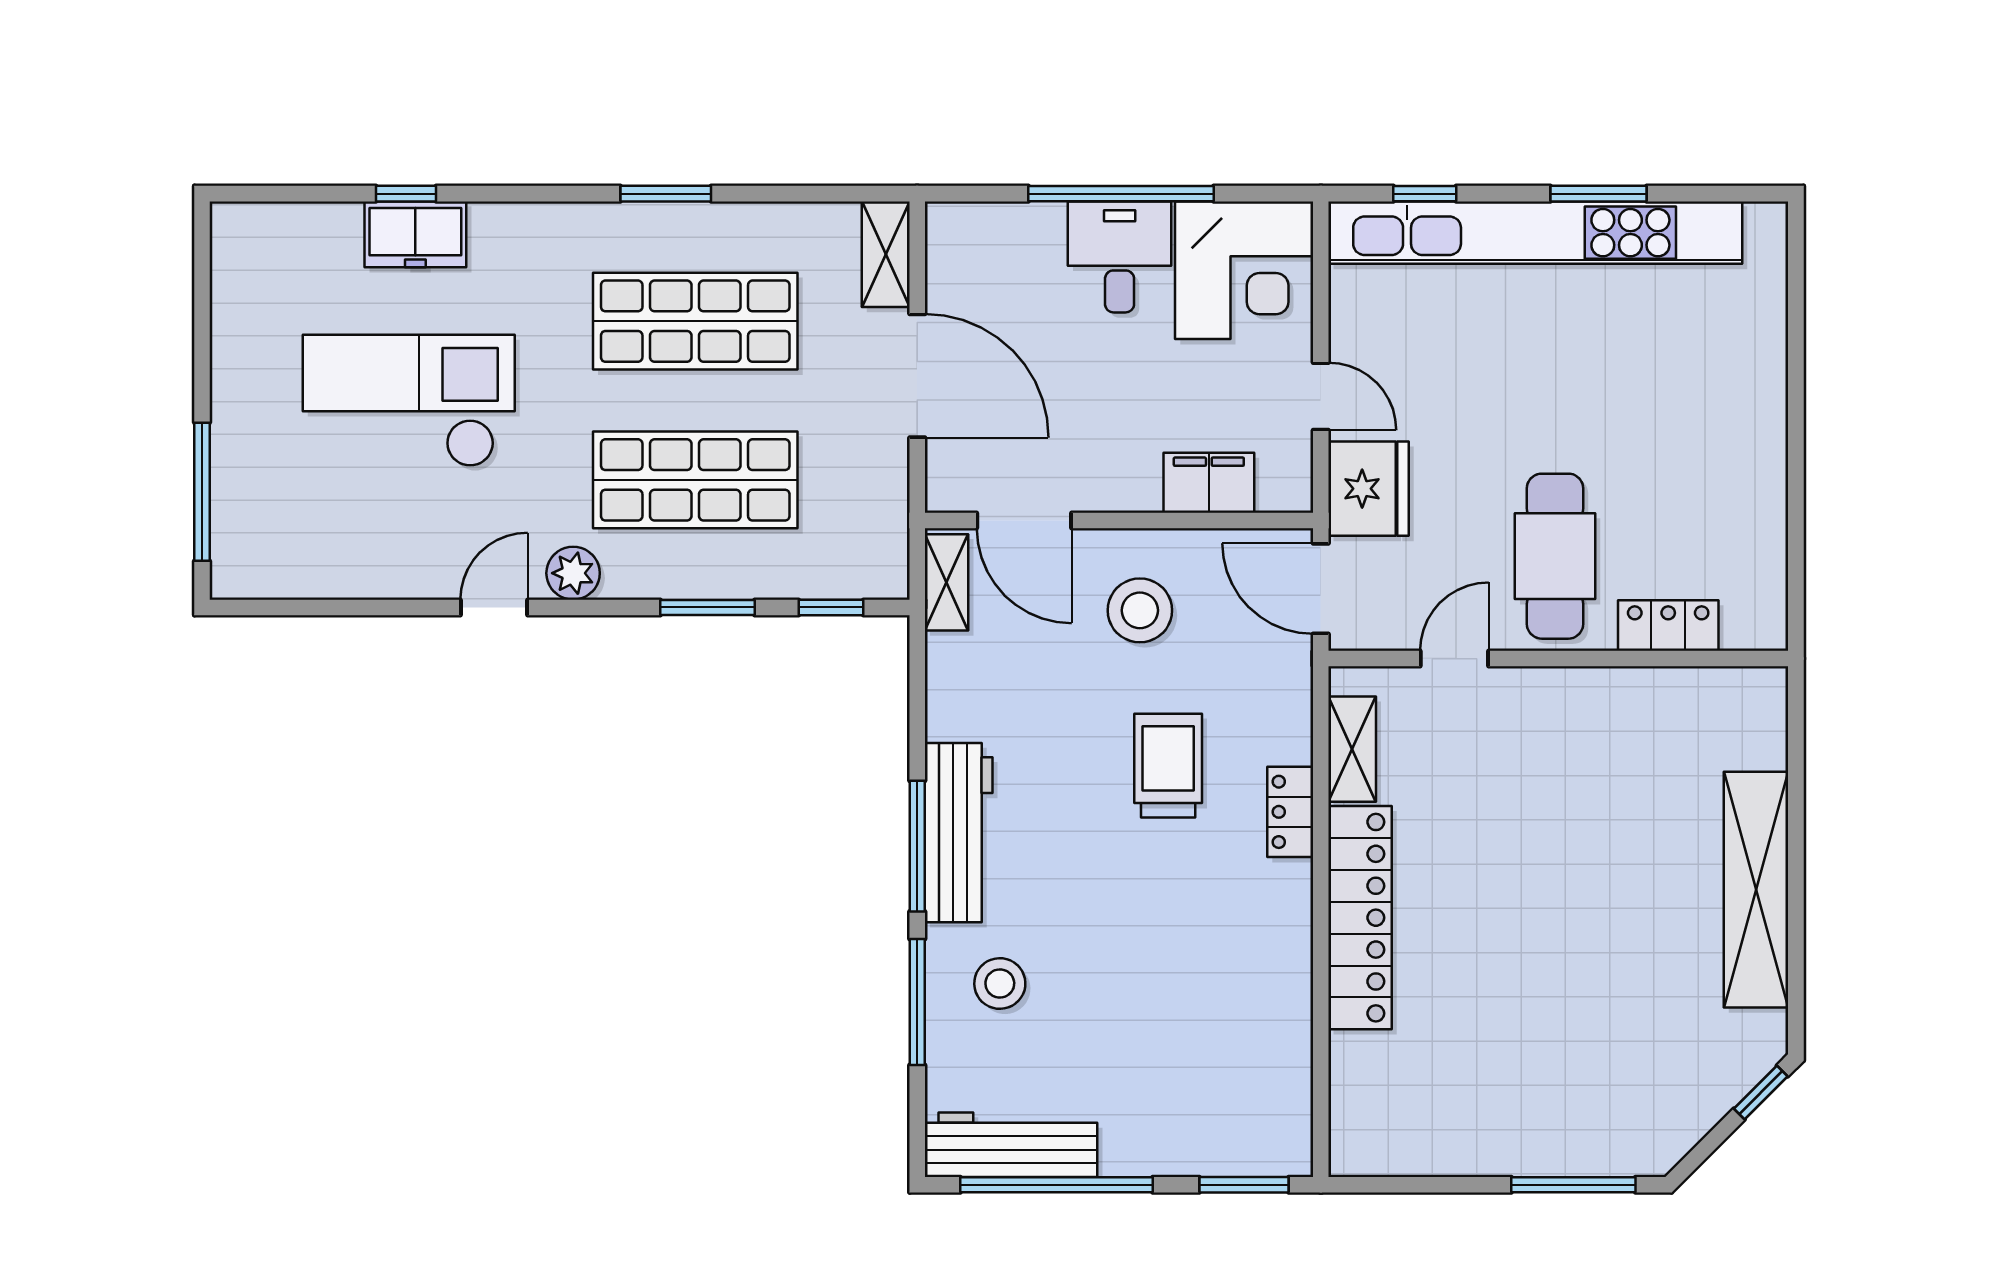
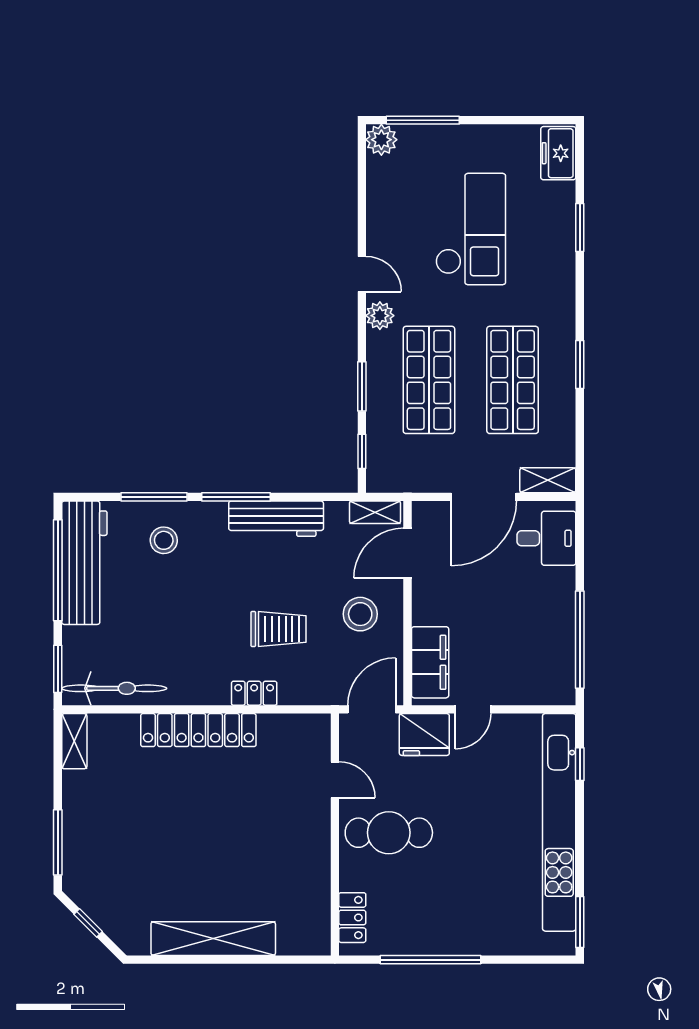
window: (406, 194) -> (580, 228), width x1.50
window: (1121, 194) -> (580, 640), moved
window: (1599, 194) -> (580, 922), moved
freezer: (415, 234) -> (558, 153), moved
desk: (1120, 257) -> (546, 538), moved
corner desk: (1244, 270) -> (539, 669), removed
window: (1796, 477) -> (431, 960), added
filing cabinet: (1209, 483) -> (430, 662), width x1.50, depth x1.17
plant: (239, 570) -> (381, 140), added
locker: (1668, 626) -> (352, 918), moved
shelving: (1352, 749) -> (74, 741), moved, turned 90
workbench: (959, 833) -> (276, 519), moved
bicycle: (1281, 1078) -> (114, 688), added
window: (1761, 1093) -> (88, 923), moved
workbench: (1011, 1145) -> (84, 563), width x1.36, depth x1.32

